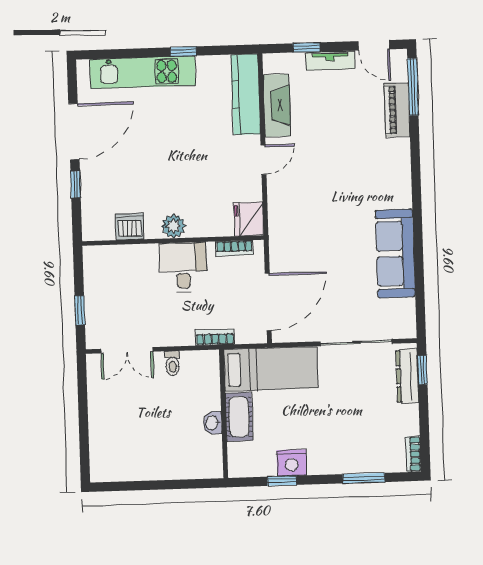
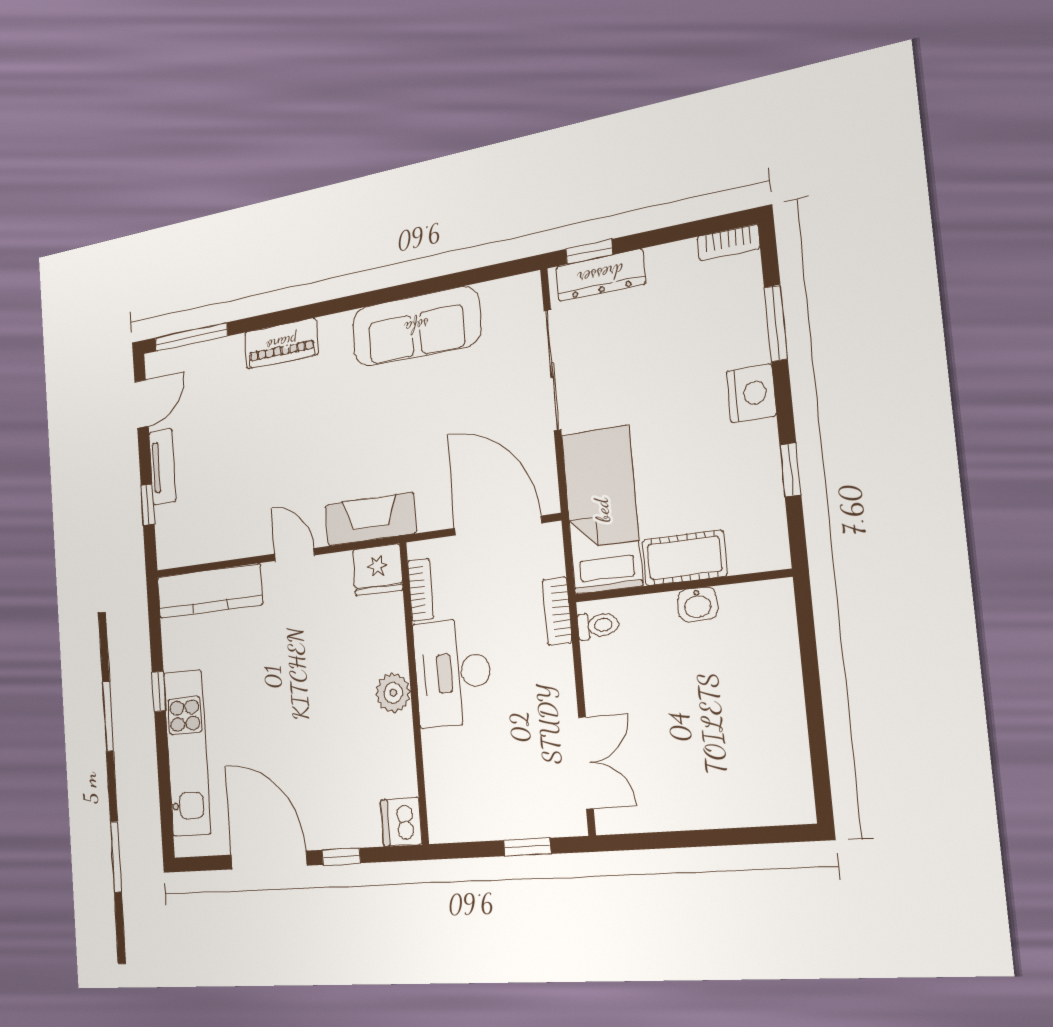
fireplace: (277, 105) -> (370, 519), moved
piano: (397, 110) -> (281, 344), moved
dishwasher: (130, 226) -> (401, 822), moved
desk: (183, 267) -> (453, 673), width x1.37
toilet: (172, 363) -> (598, 625), moved
nightstand: (292, 463) -> (751, 393), moved

